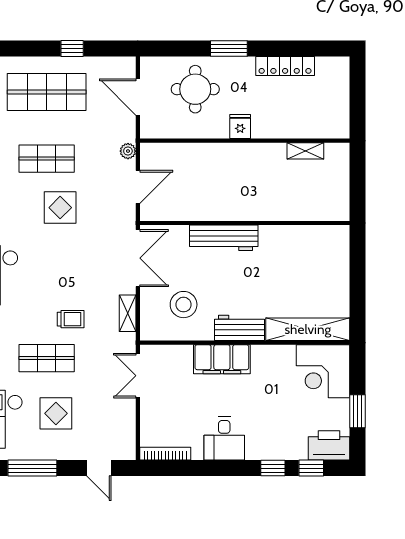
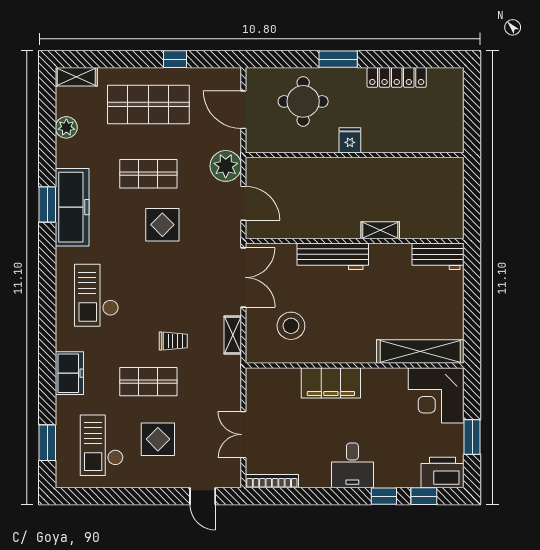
plant: (128, 151) -> (226, 166), width x1.88, depth x1.88
shelving: (305, 151) -> (380, 230), moved
door: (138, 187) -> (243, 203), hinge flipped
workbench: (239, 328) -> (438, 256), moved, turned 180
double door: (138, 376) -> (243, 435), moved
desk: (224, 439) -> (352, 465), moved
window: (32, 468) -> (133, 496), removed

